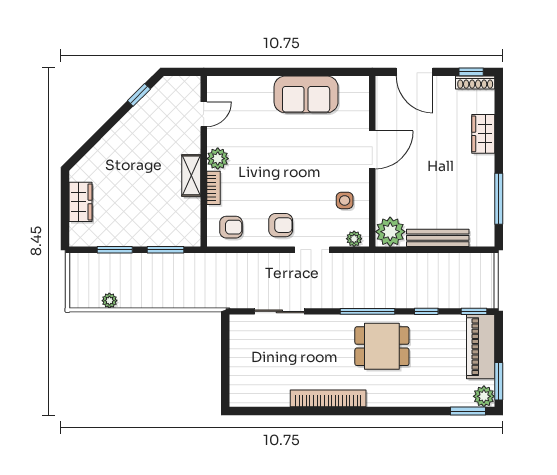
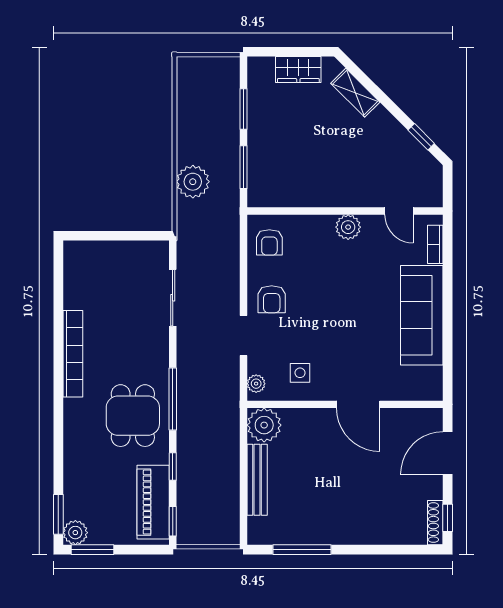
sofa: (306, 94) -> (422, 315), width x1.36
wardrobe: (483, 134) -> (376, 532), removed
shelving: (191, 175) -> (355, 93), moved, turned 45
bookcase: (213, 188) -> (435, 244), moved, turned 90
plant: (109, 301) -> (193, 182), moved, width x1.87, depth x1.87
piano: (481, 347) -> (153, 502), moved, turned -90

